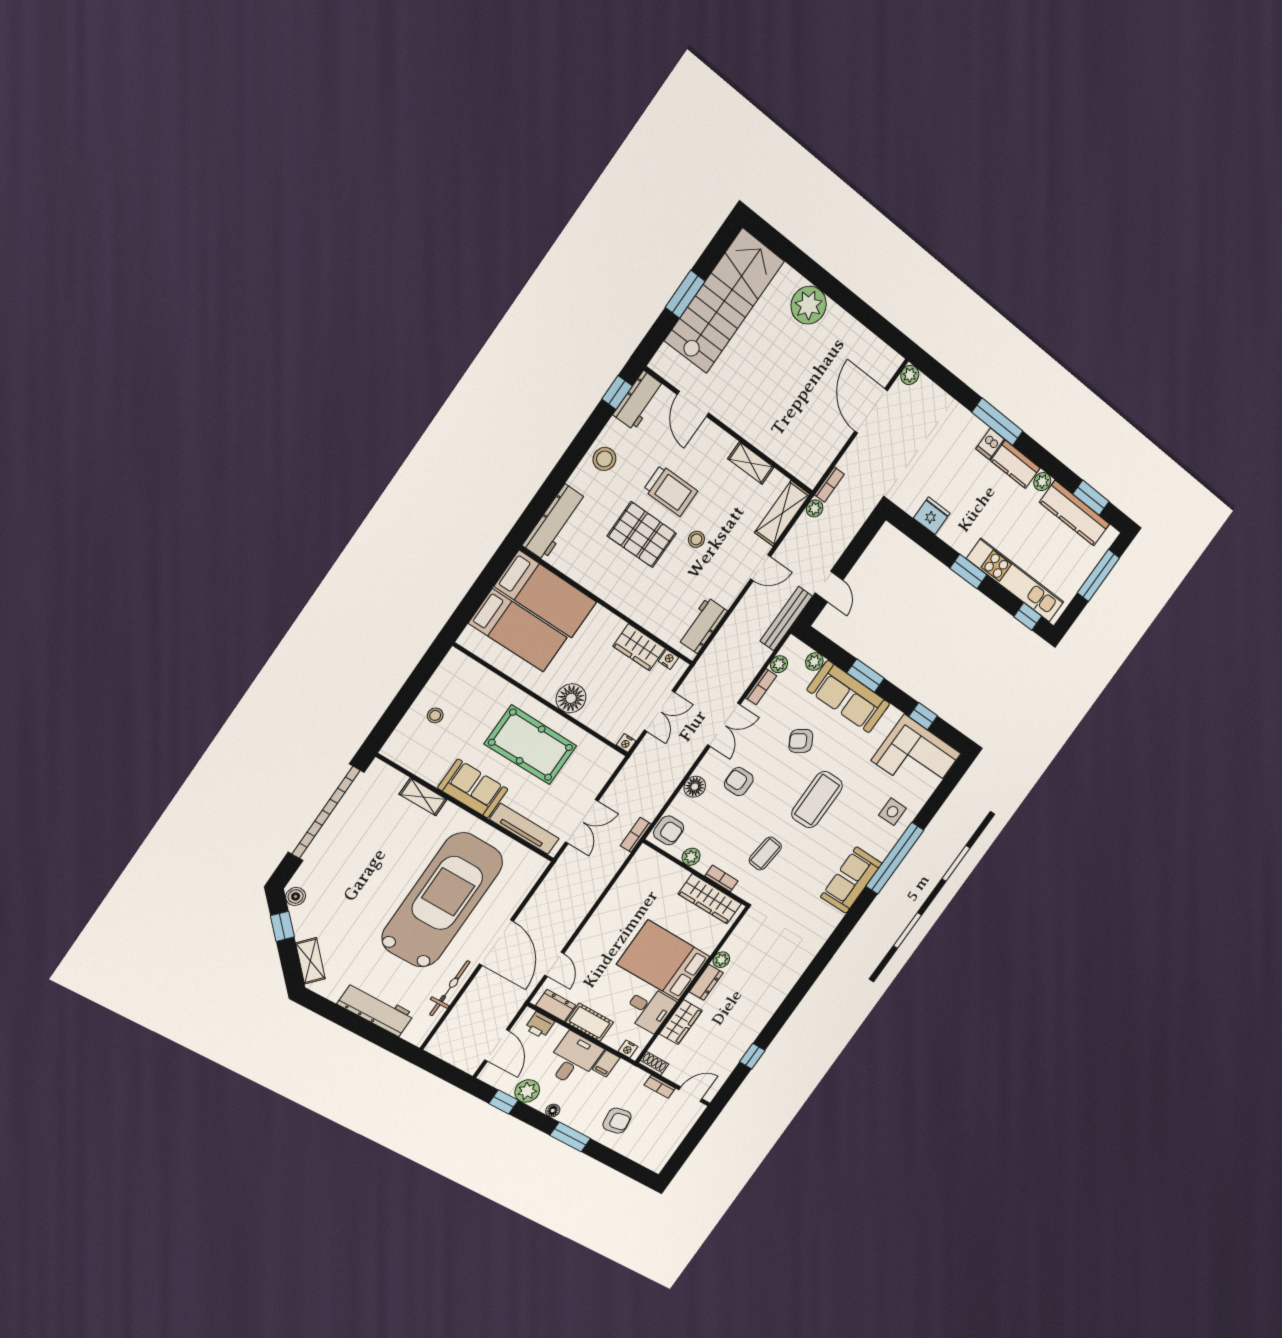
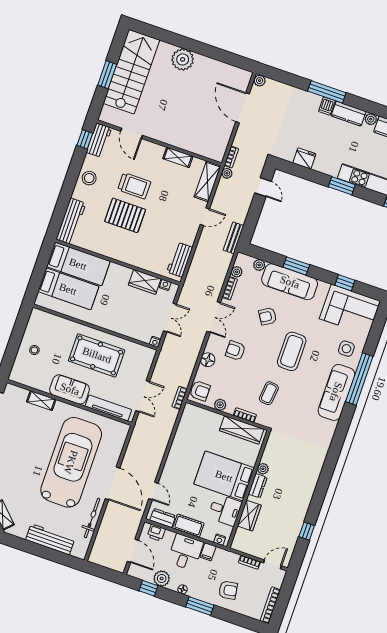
stool: (696, 539) -> (159, 210), removed
door: (829, 587) -> (263, 187), moved
bench: (786, 619) -> (233, 238), width x0.73
floor lamp: (571, 698) -> (113, 322), removed
sofa: (851, 880) -> (336, 392), width x1.36
shoe rack: (654, 1063) -> (240, 547), removed
bookcase: (669, 1149) -> (270, 605), added

